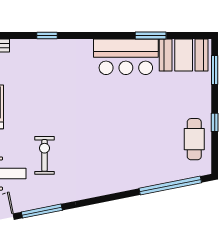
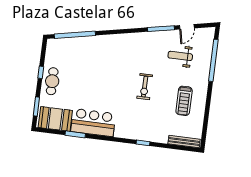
cafe table: (194, 139) -> (52, 81), moved
exercise bike: (44, 155) -> (145, 87), moved

